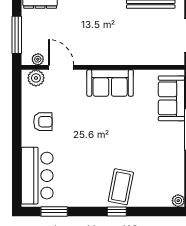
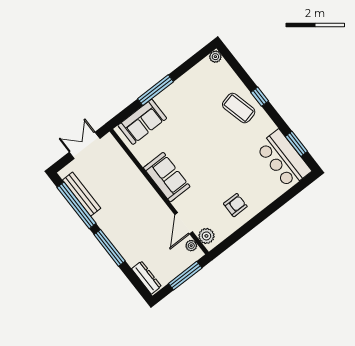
armchair: (43, 122) -> (235, 205), turned 90
bar counter: (37, 176) -> (283, 159), moved, turned -90
coffee table: (121, 187) -> (239, 108), turned 65

